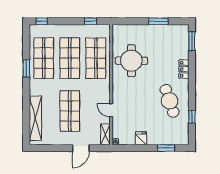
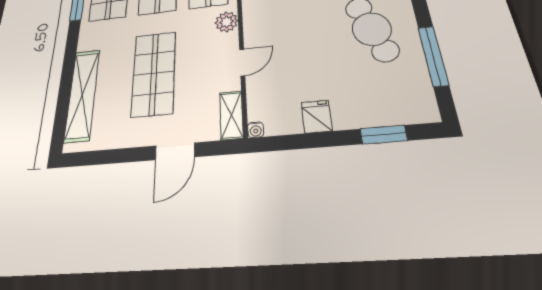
plant: (105, 88) -> (227, 22), added
door: (111, 110) -> (242, 62), swing flipped
window: (192, 117) -> (433, 56), width x2.17

